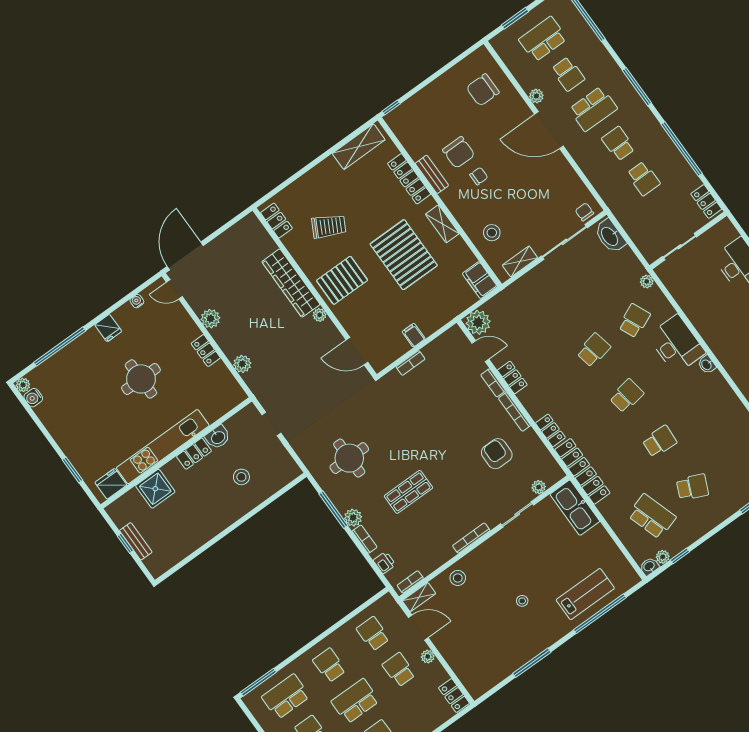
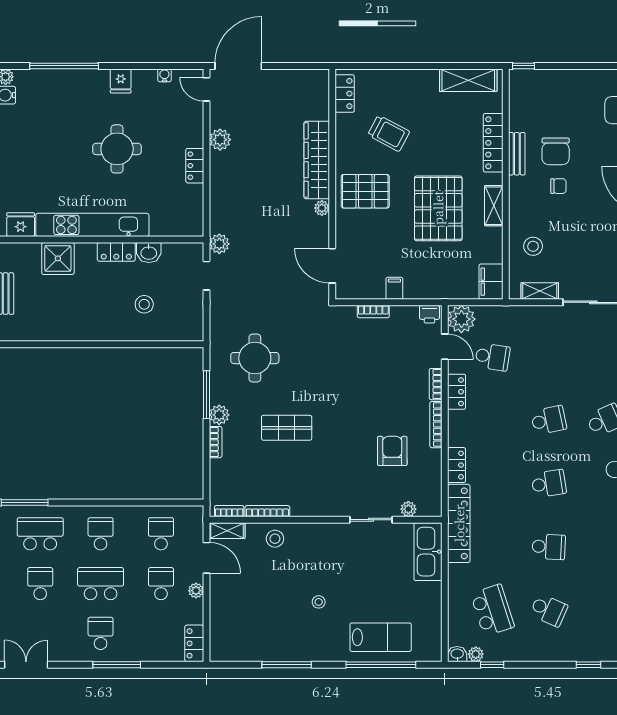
school desk: (520, 334) -> (492, 357), added
plant: (242, 364) -> (219, 244), moved
bookcase: (471, 538) -> (267, 511), moved
printer: (384, 563) -> (429, 314), moved, turned 90

